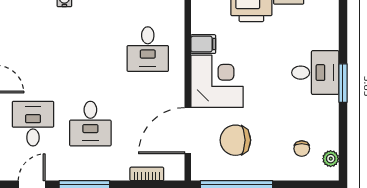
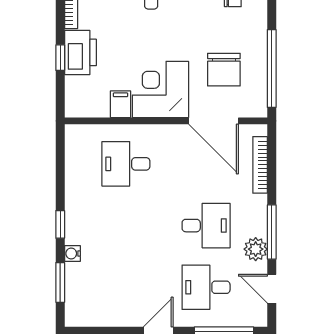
desk: (148, 49) -> (126, 164), turned 180
plant: (68, 170) -> (256, 249), added
bookcase: (147, 174) -> (260, 165), width x1.56

